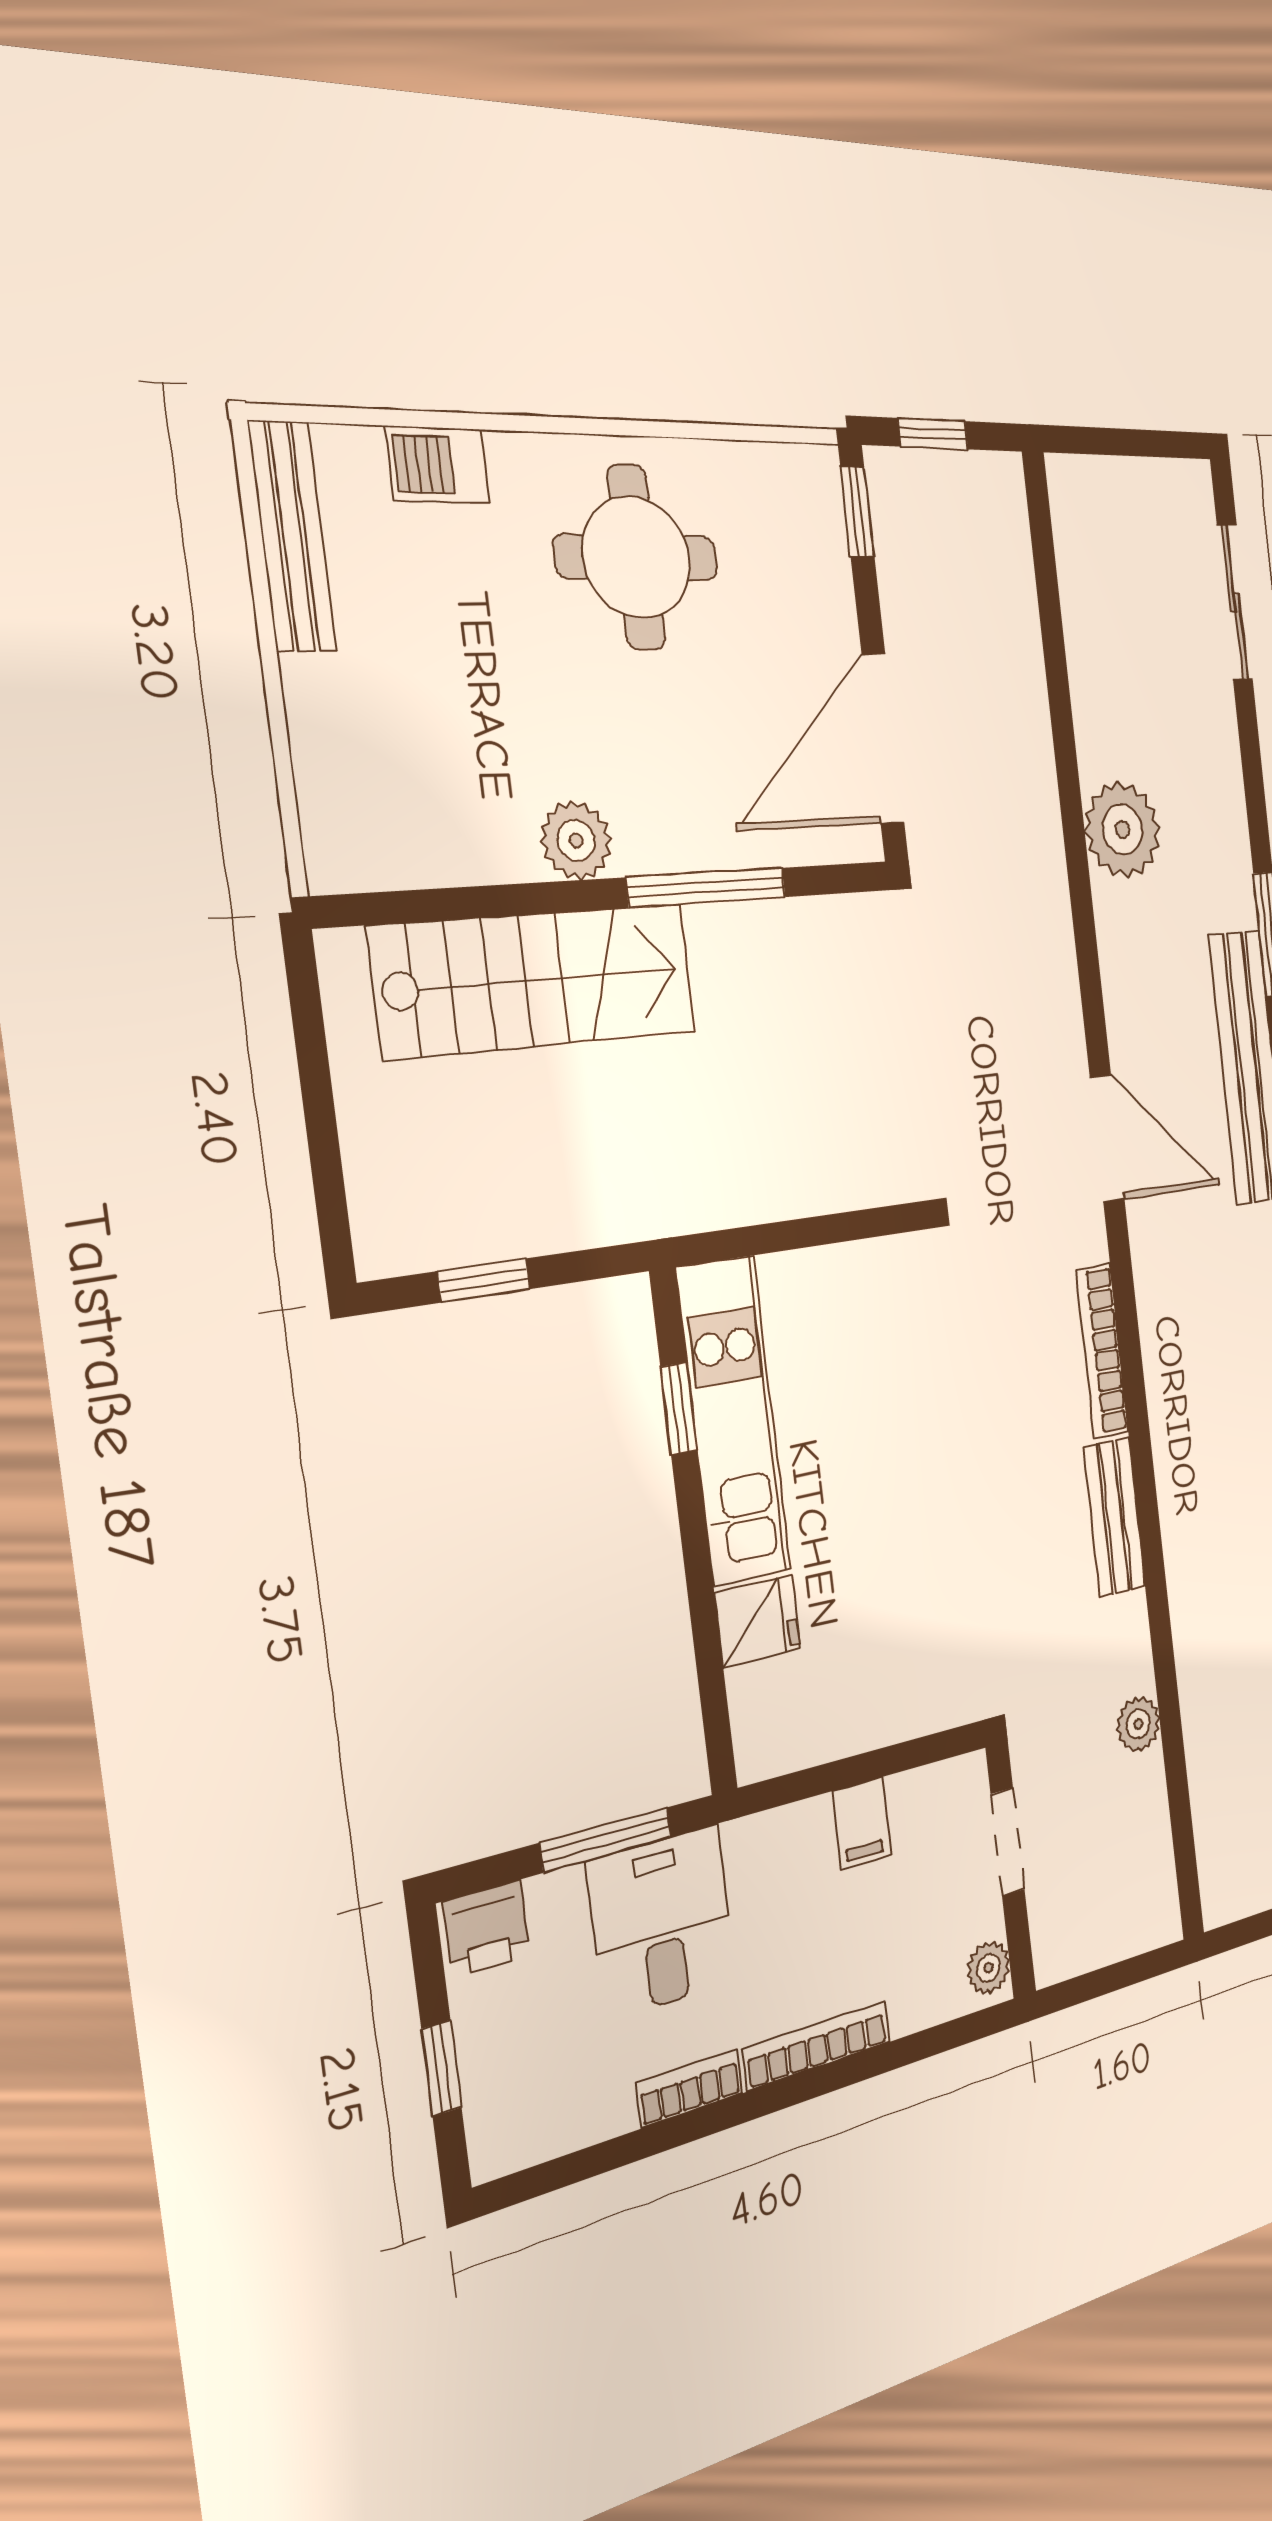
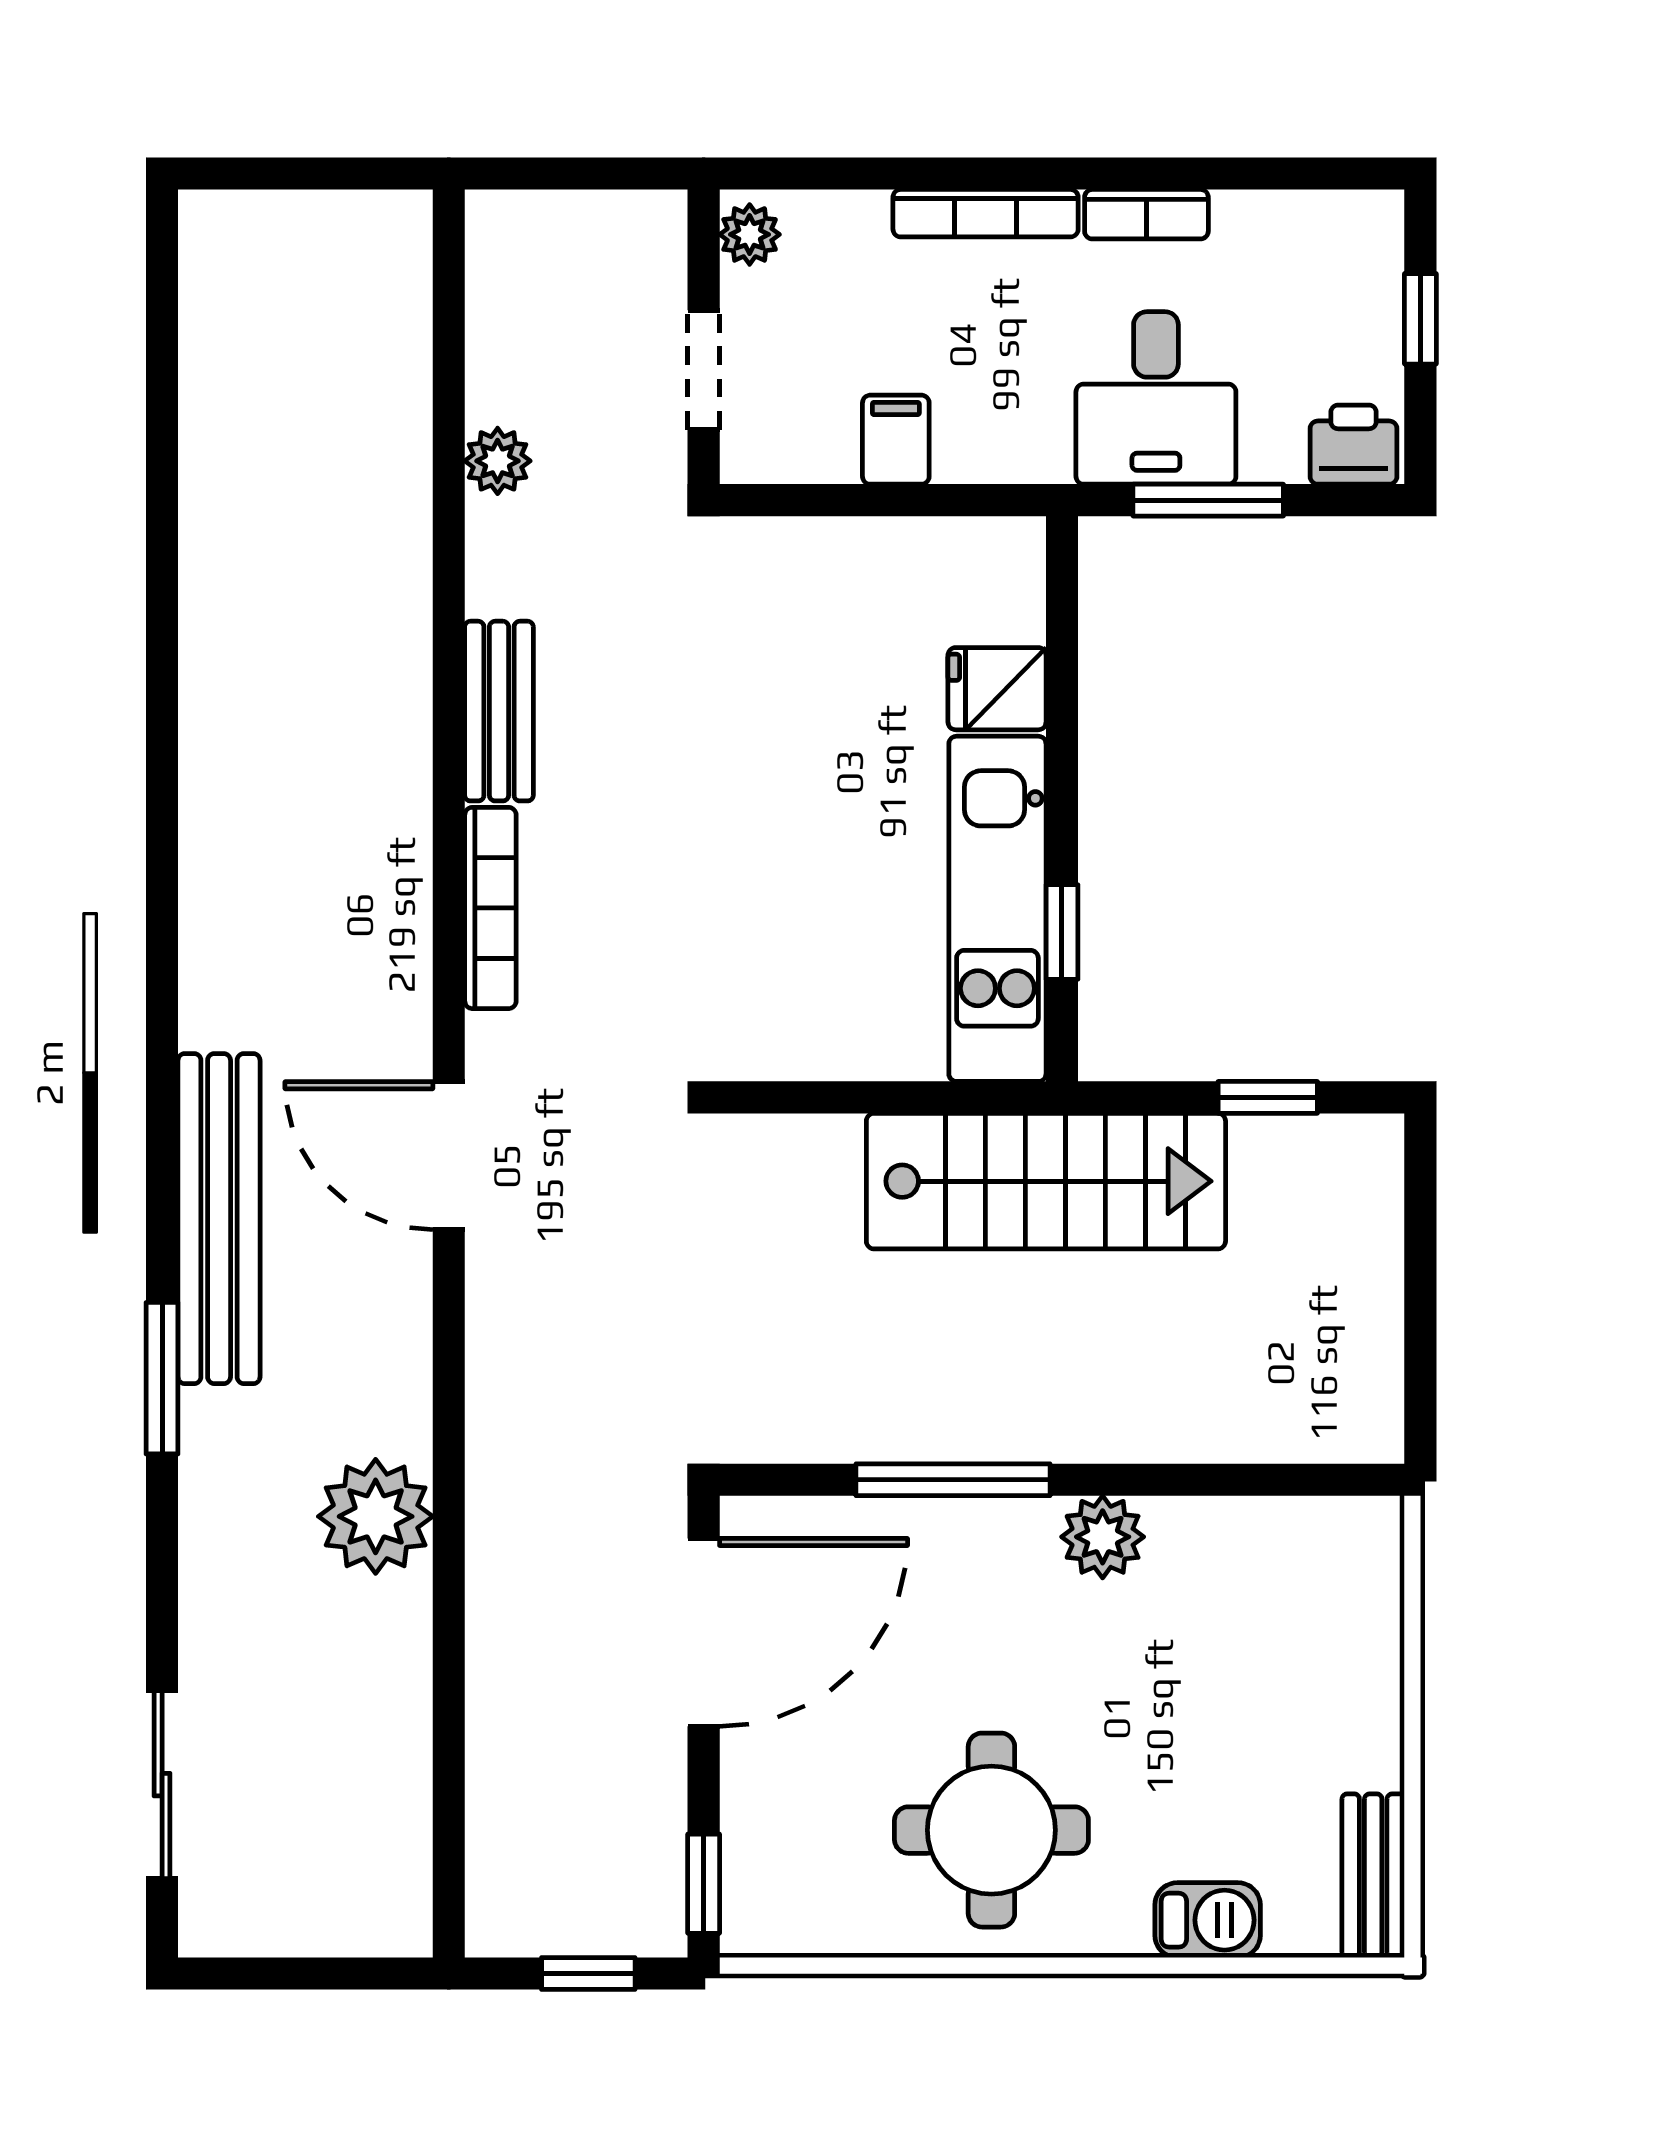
bench: (292, 536) -> (1373, 1876), width x0.73
stairs: (536, 980) -> (1046, 1181), moved, turned 180

